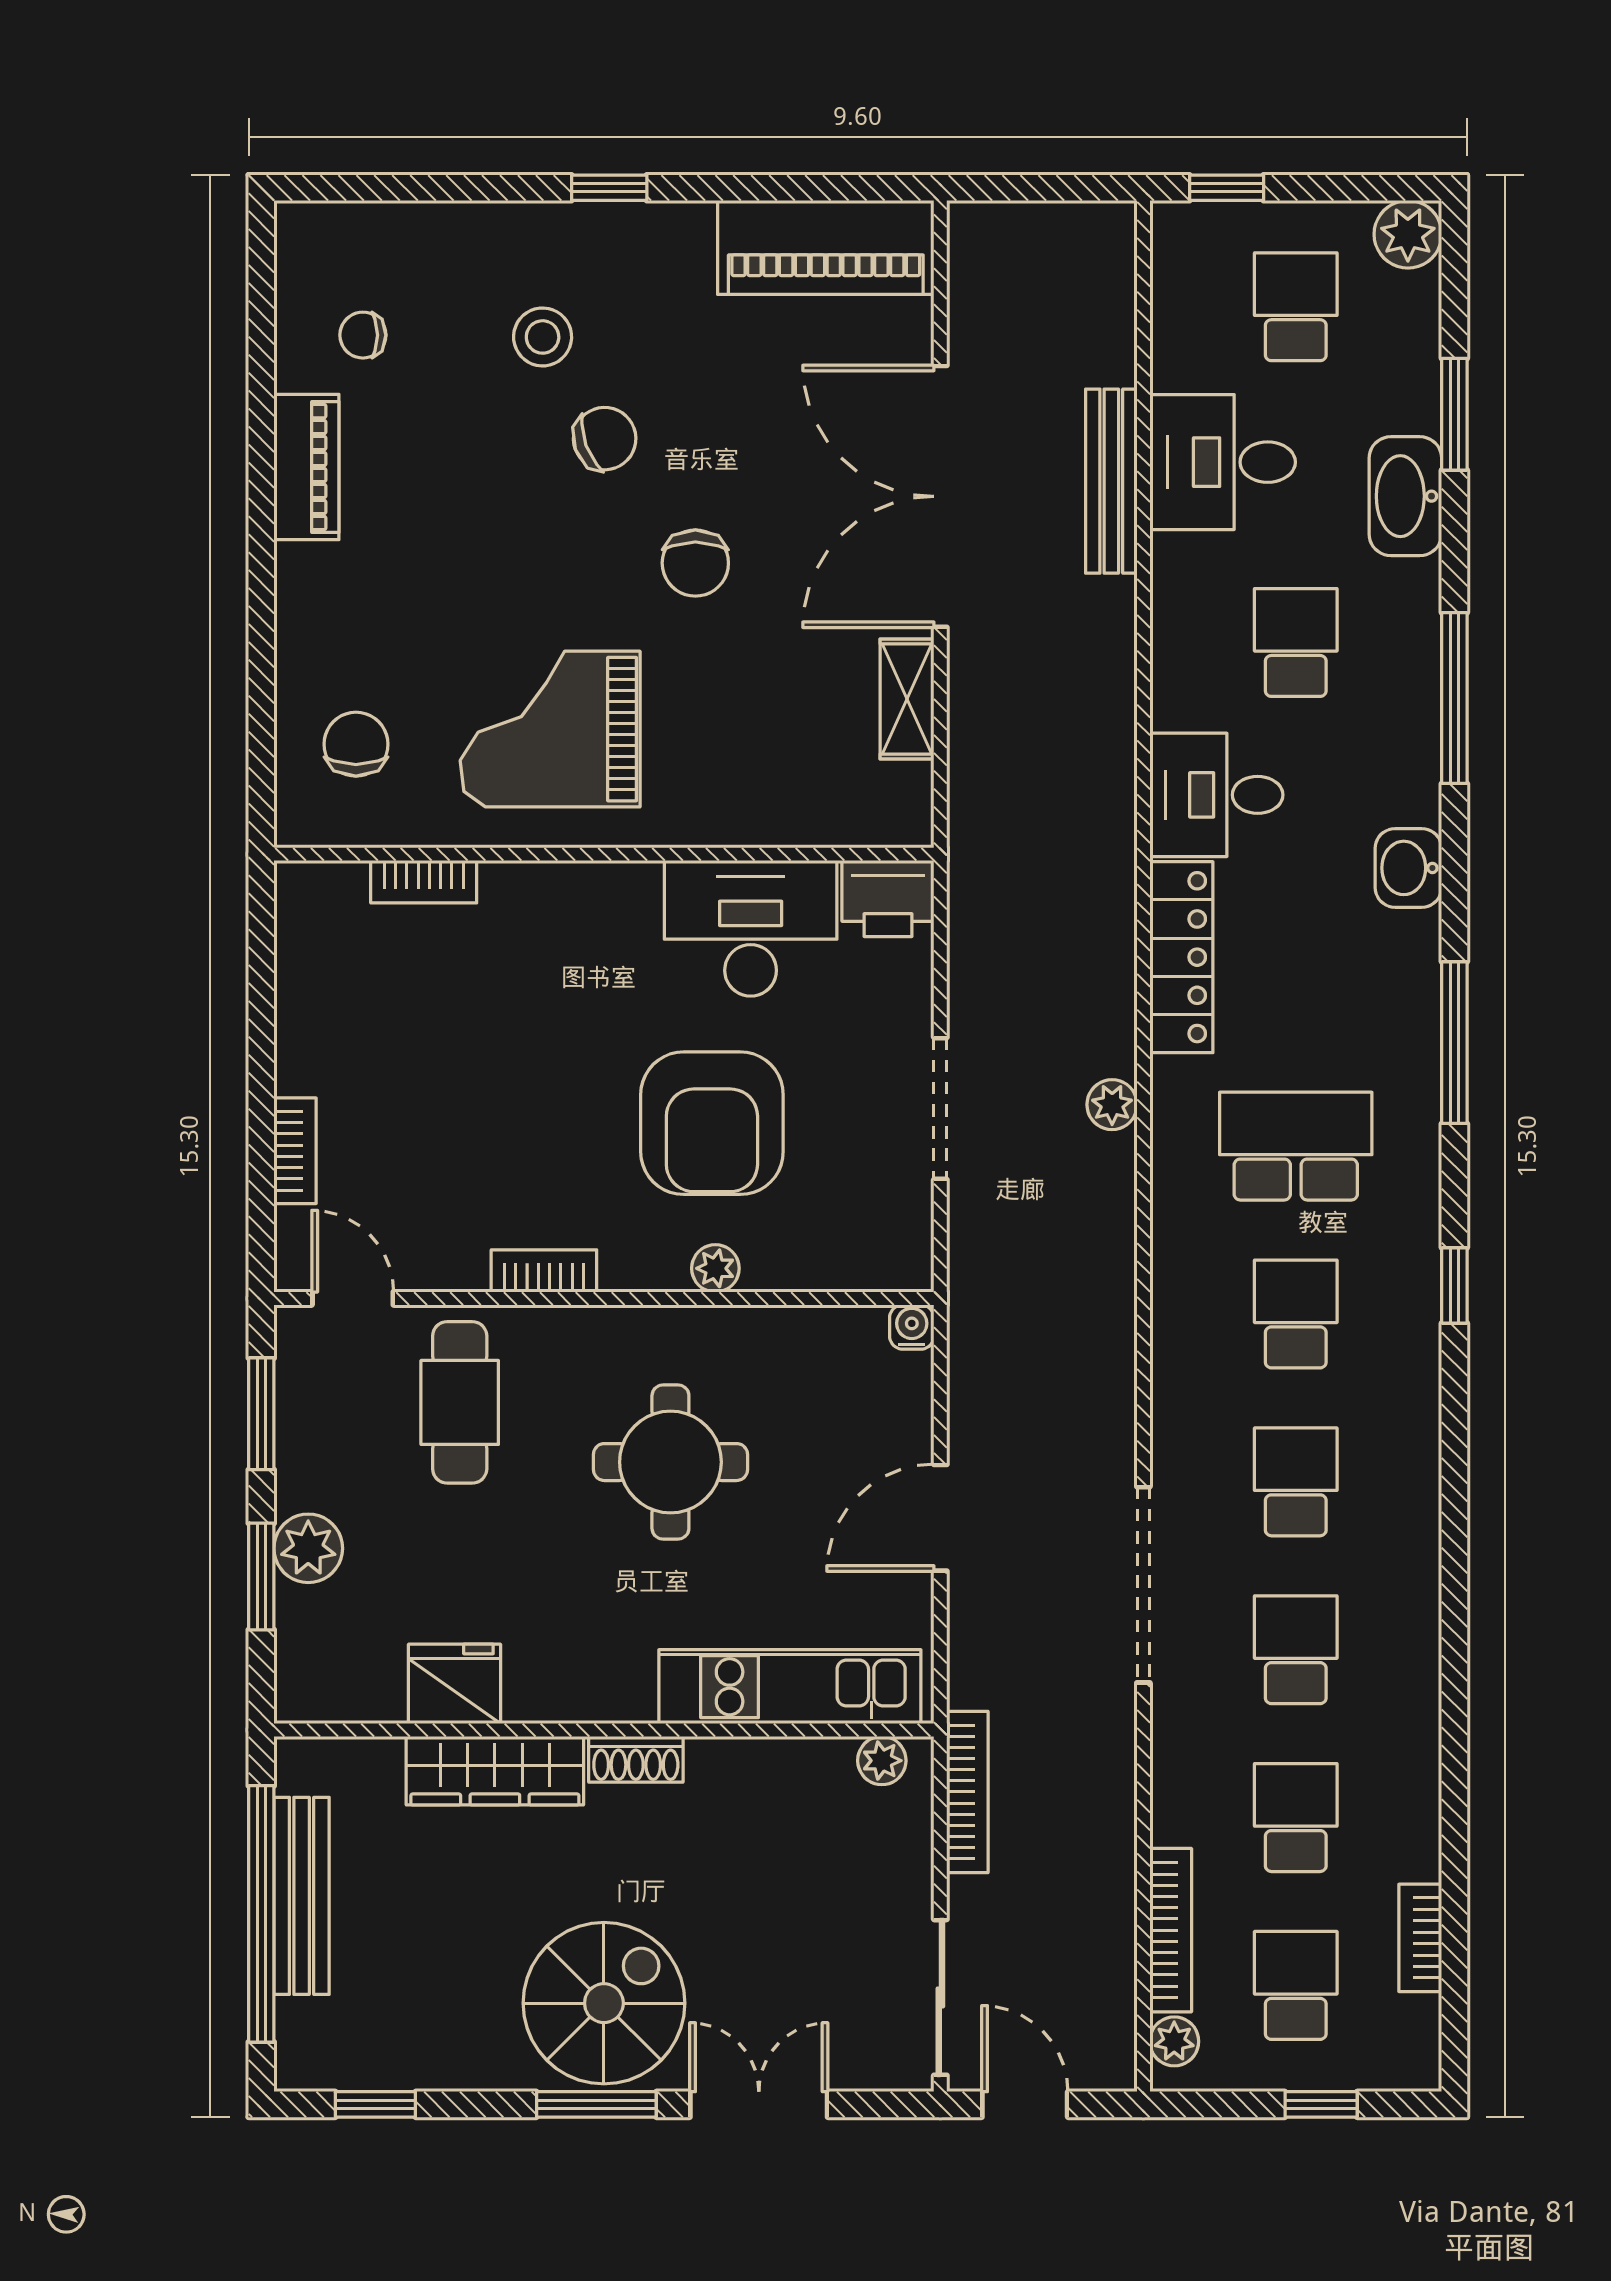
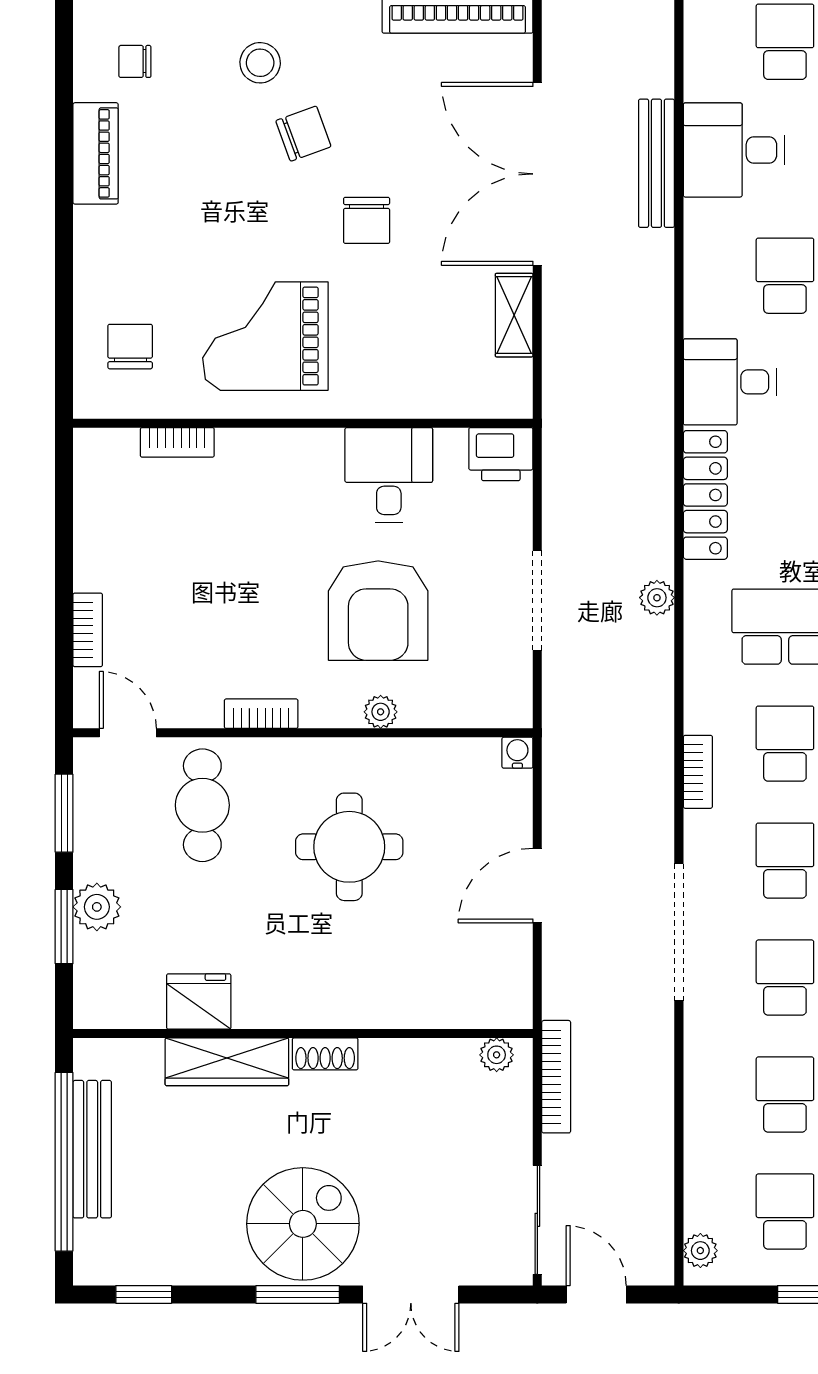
desk: (751, 928) -> (389, 475), width x0.73
kitchen unit: (790, 1687) -> (432, 1003), removed
bookcase: (1171, 1930) -> (698, 772), moved, width x0.64
double door: (759, 2104) -> (411, 1294), swing flipped

